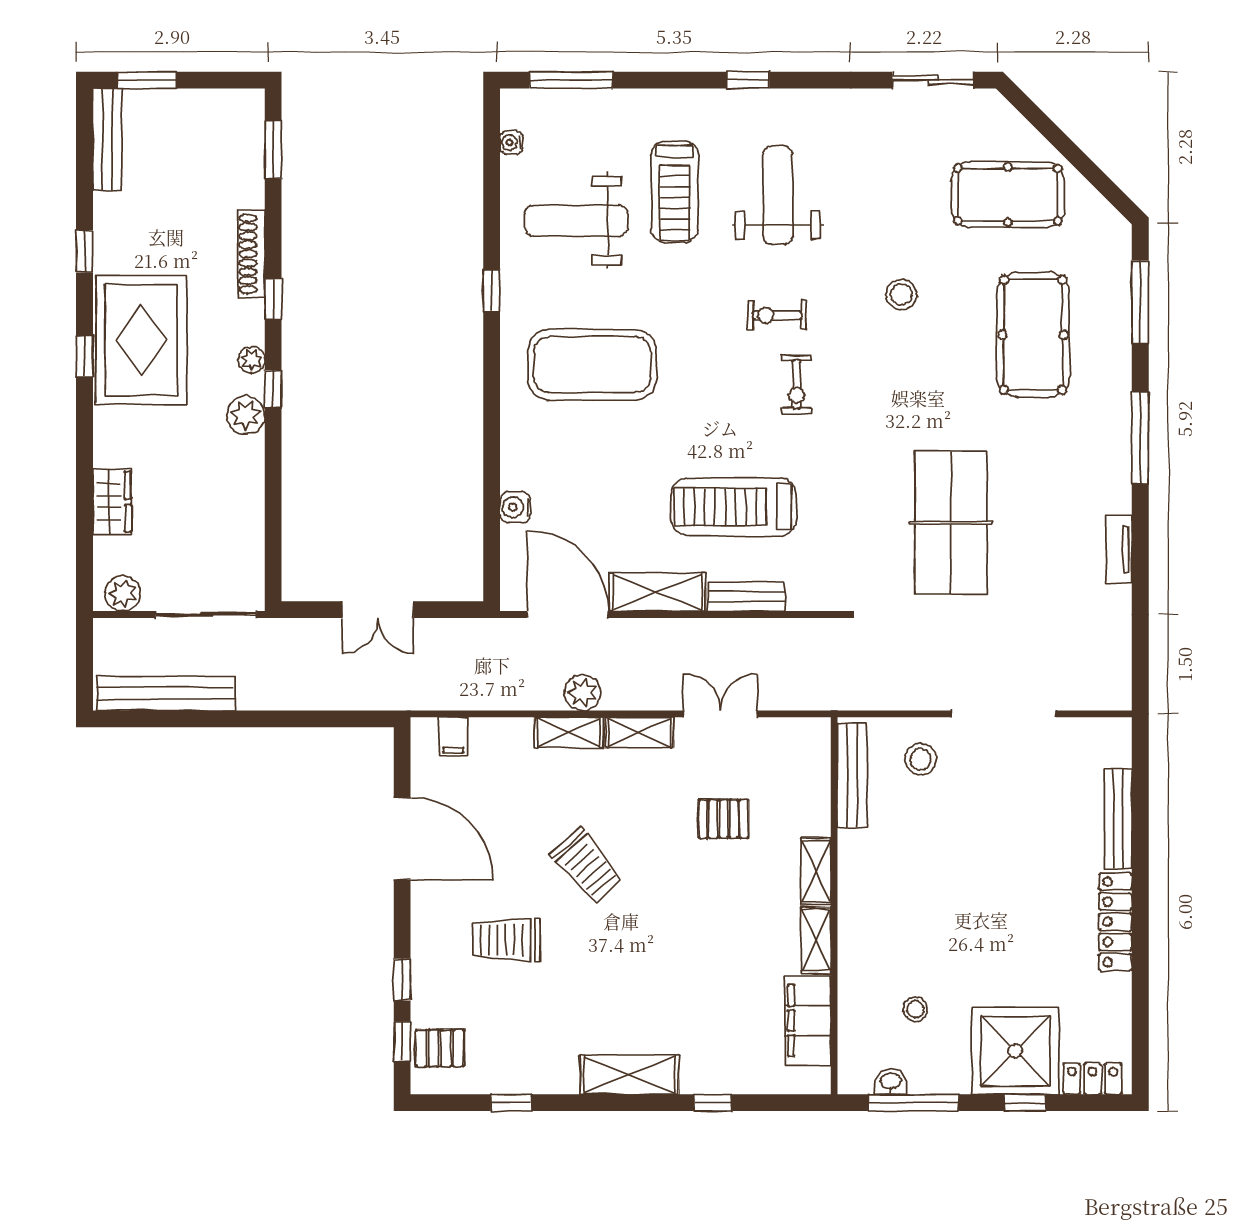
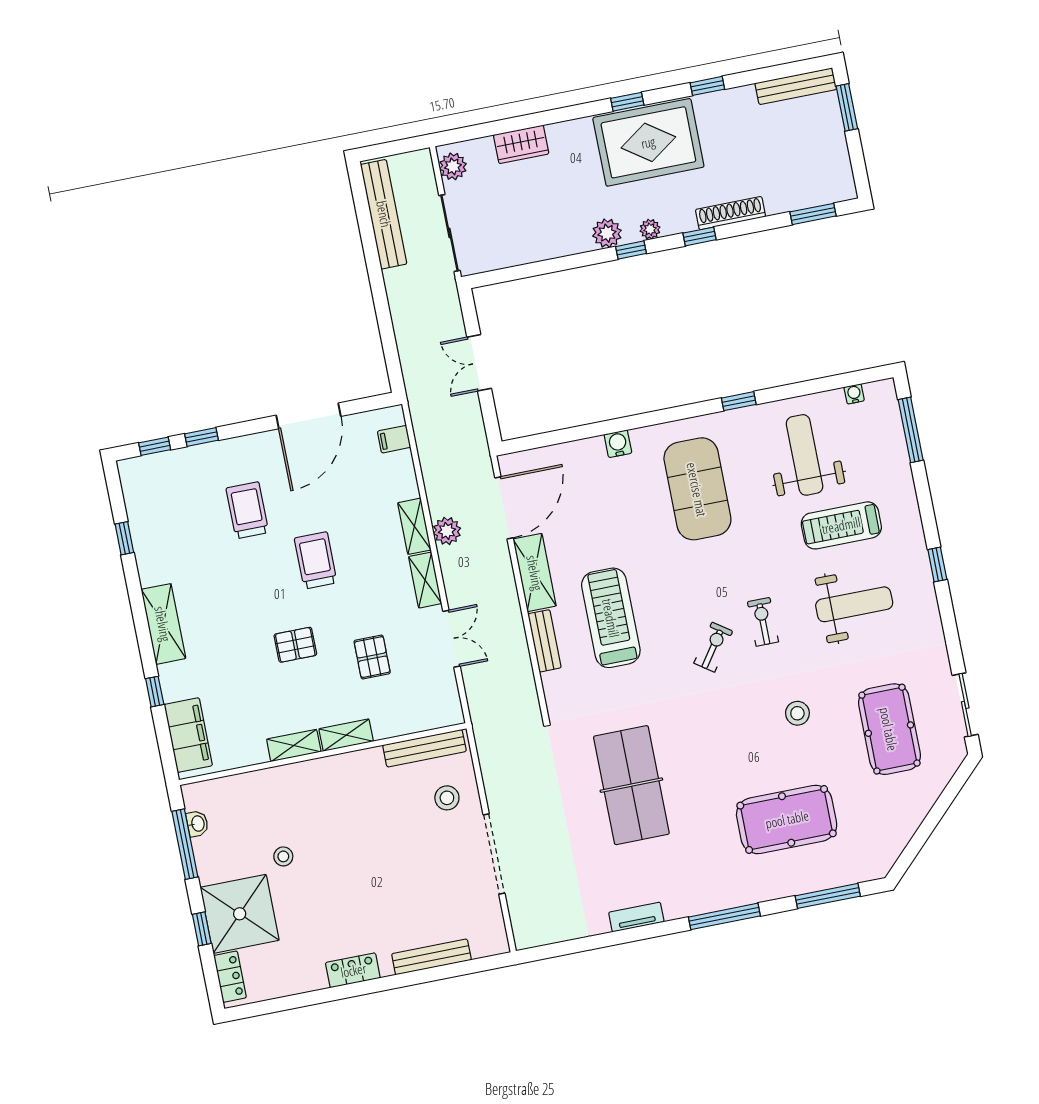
pool table: (1008, 195) -> (889, 729), moved
exercise bike: (797, 384) -> (713, 647), turned 125
water cooler: (515, 507) -> (618, 444), moved
table tennis table: (951, 523) -> (631, 785), turned 90
trolley: (587, 866) -> (316, 560), turned 131
locker: (1115, 922) -> (353, 970), width x0.66
stool: (915, 1009) -> (283, 856), moved
filing cabinet: (808, 1021) -> (188, 735), moved, turned 90
pallet: (440, 1048) -> (295, 645), moved, turned 90

